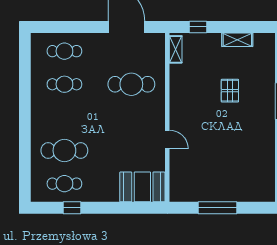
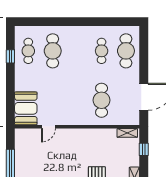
cafe table: (64, 51) -> (126, 51), width x1.37, depth x1.35
door: (167, 139) -> (48, 127), moved

